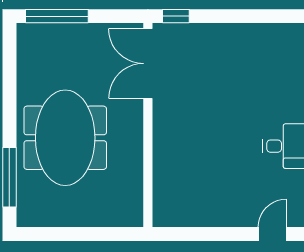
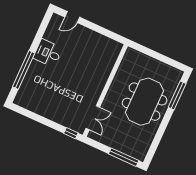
double door: (148, 64) -> (93, 118), width x0.73

